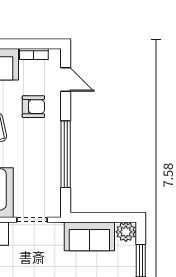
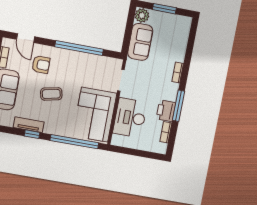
door: (66, 79) -> (26, 38), swing flipped
armchair: (33, 107) -> (41, 65), turned 90

